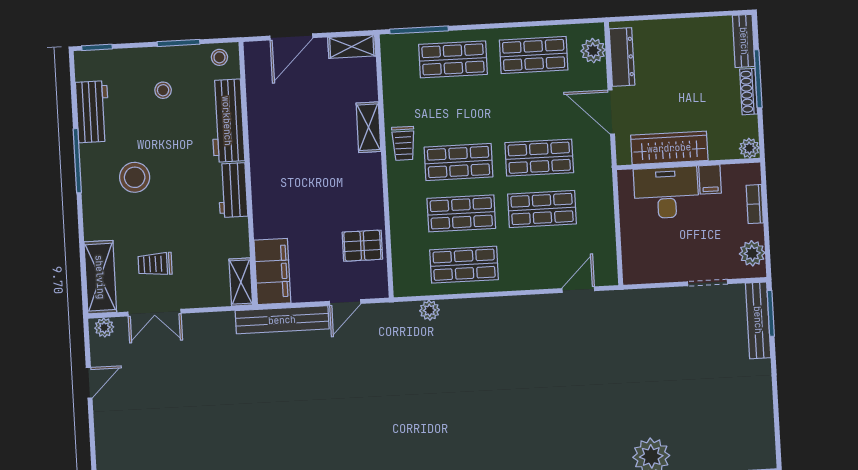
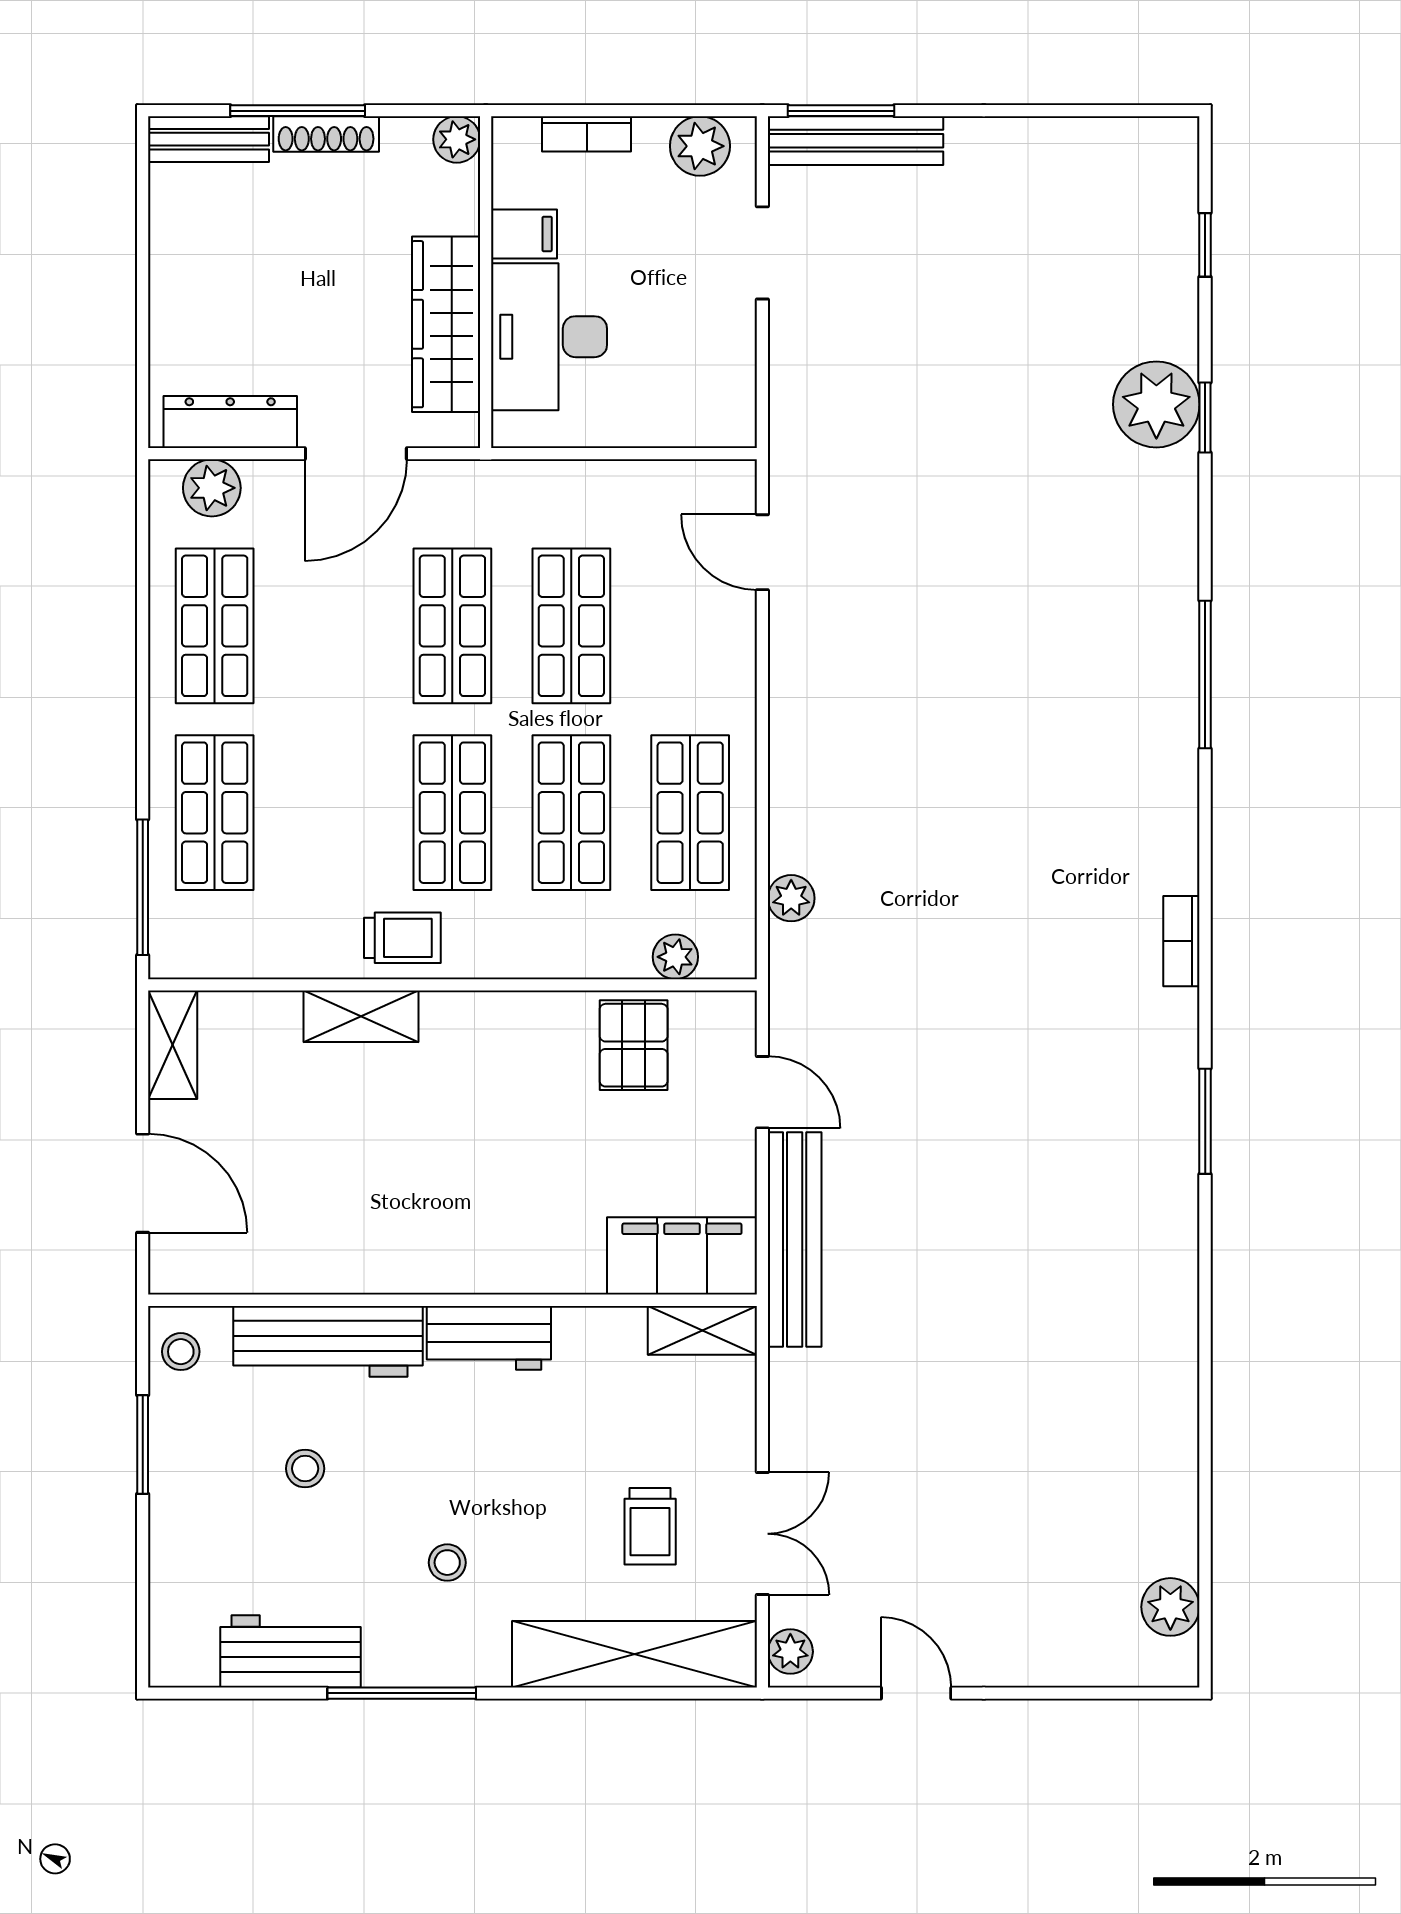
window: (97, 47) -> (143, 1633), removed
stool: (163, 90) -> (305, 1469), moved
stool: (135, 177) -> (447, 1563), width x0.53, depth x0.53
plant: (402, 262) -> (675, 957), added
shelving: (100, 277) -> (634, 1654), width x1.47

